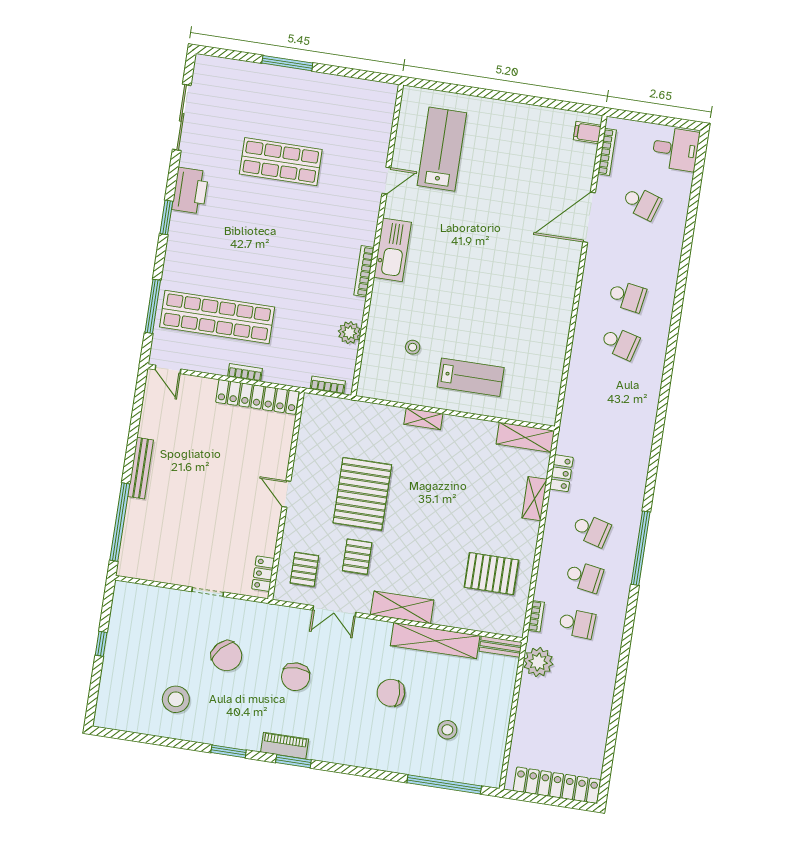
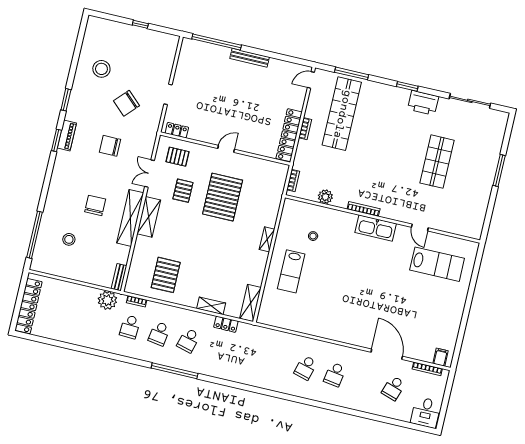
pallet: (362, 494) -> (223, 197), turned 90
pallet: (357, 557) -> (183, 191), turned 90
shelving: (435, 641) -> (130, 218), moved

